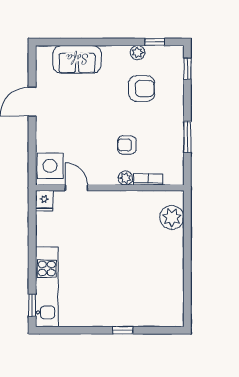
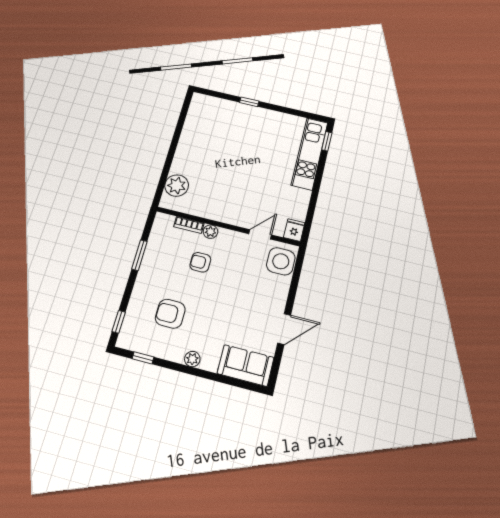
plant: (138, 53) -> (192, 359), moved
sofa: (77, 59) -> (246, 365), moved
armchair: (127, 145) -> (200, 262), turned 180
door: (76, 188) -> (260, 234), swing flipped

